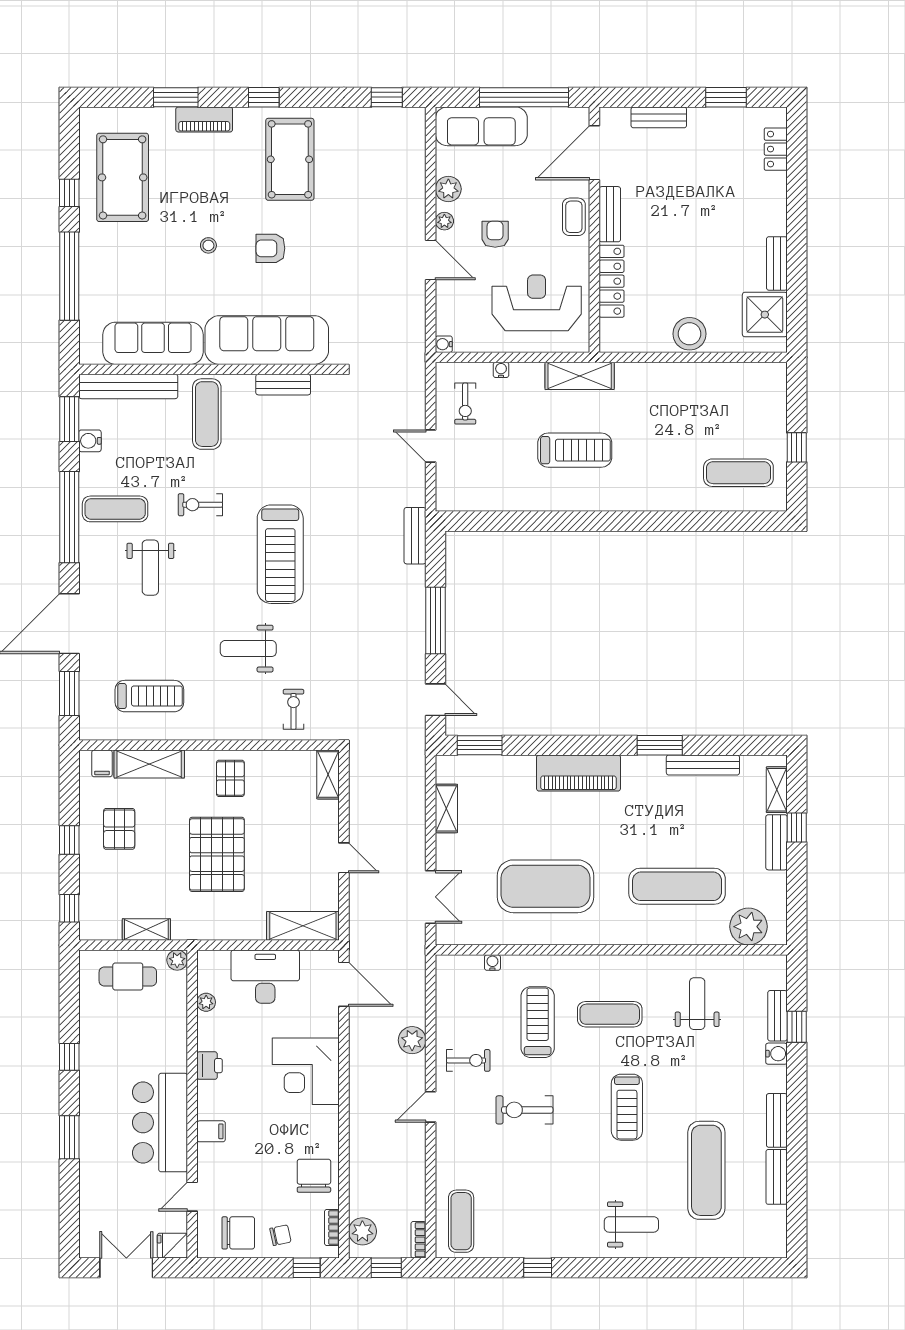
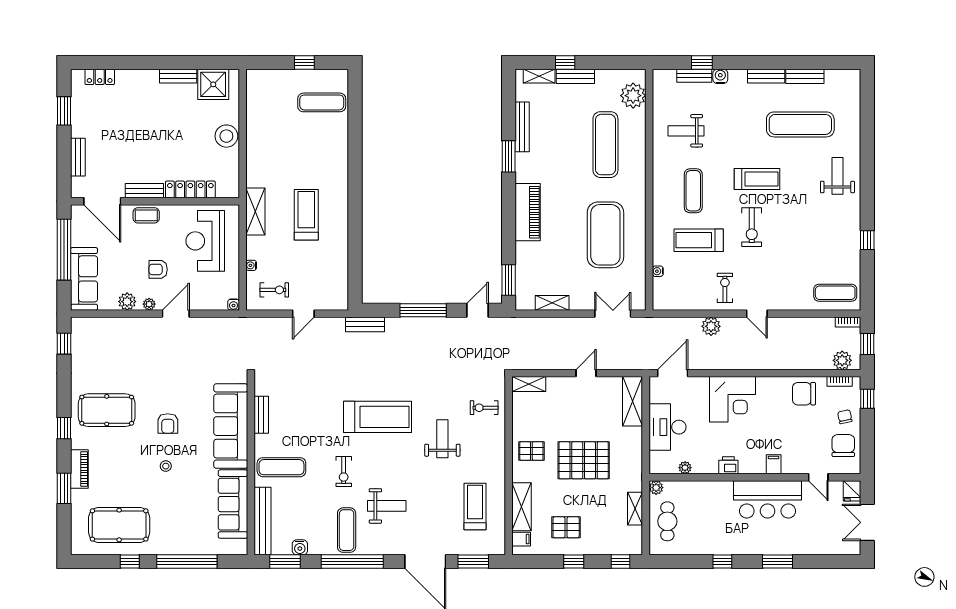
exercise mat: (738, 473) -> (322, 102), turned 90
weight bench: (248, 649) -> (442, 439), turned 180
exercise bike: (524, 1110) -> (752, 227), moved

